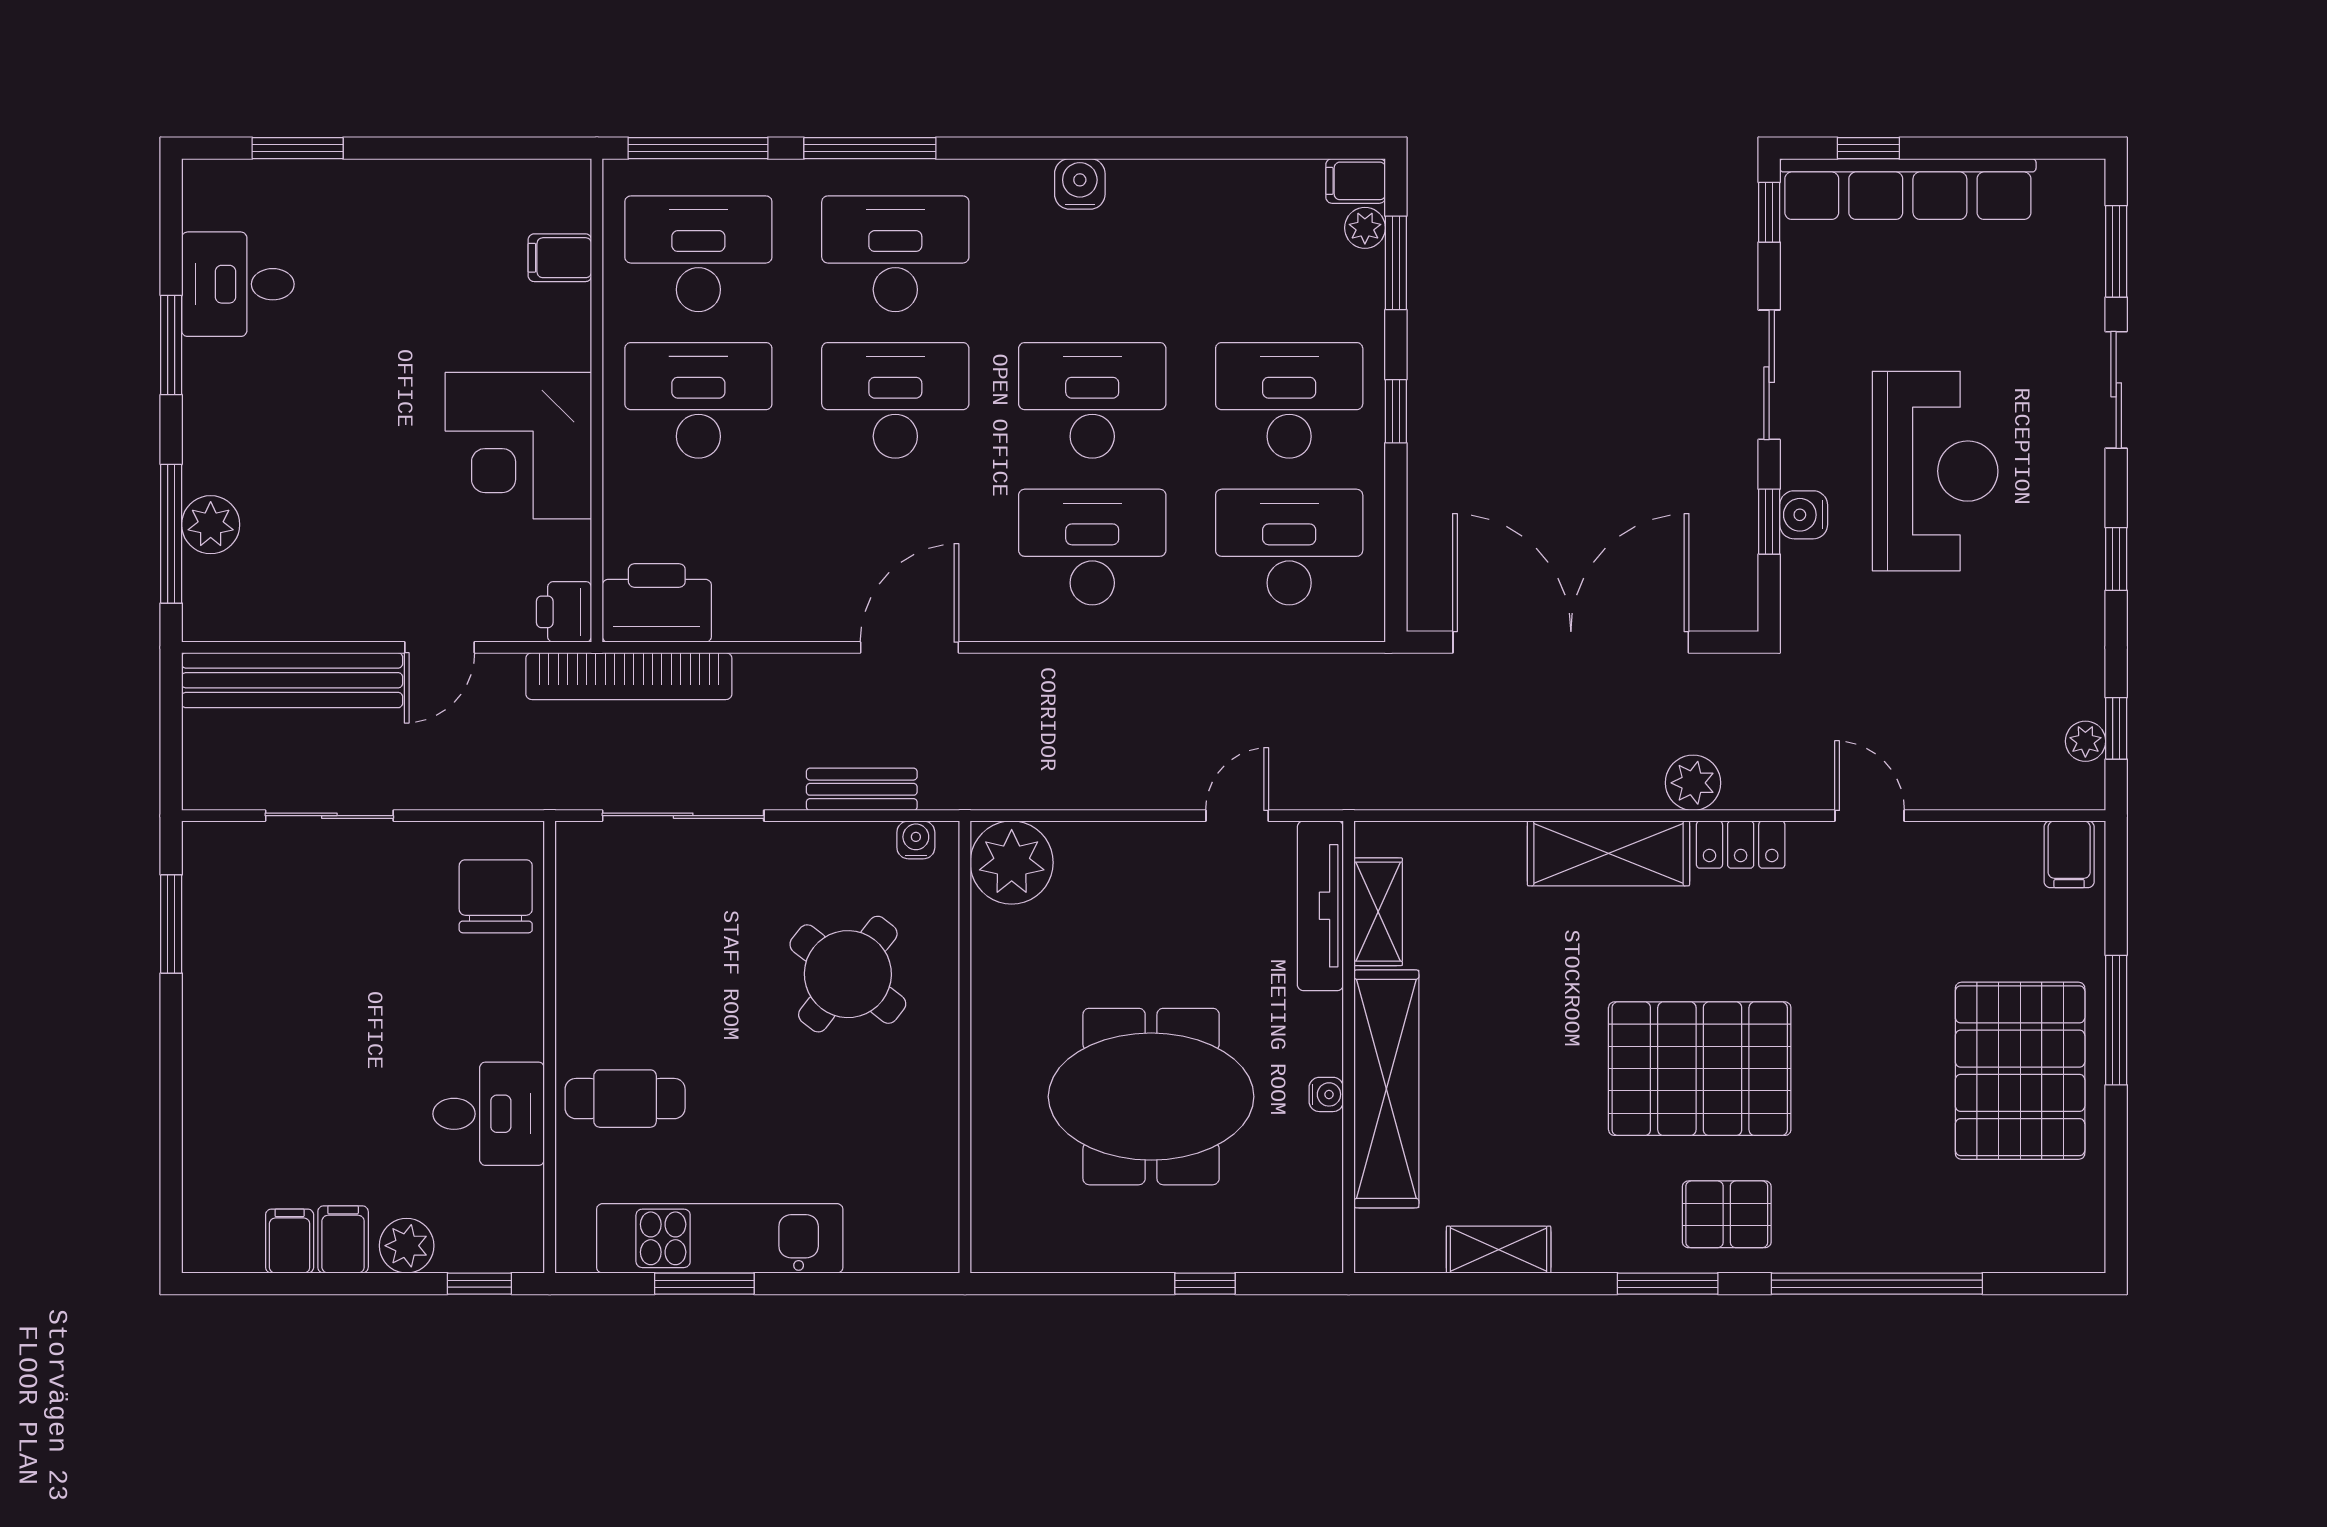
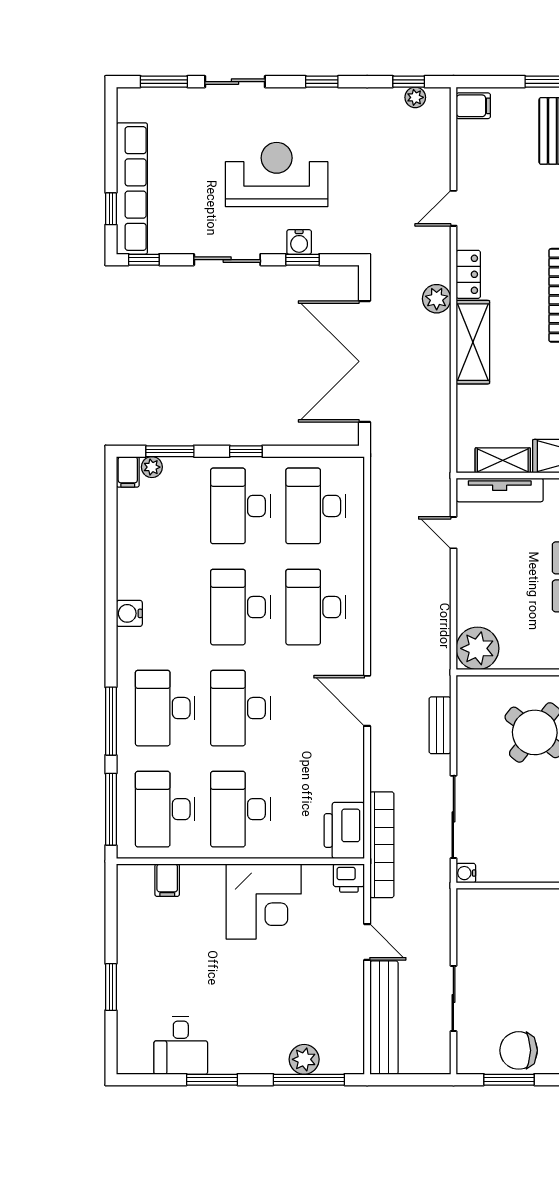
window: (298, 148) -> (111, 987), moved
water cooler: (916, 840) -> (466, 873), moved
chair: (496, 896) -> (519, 1050), moved

